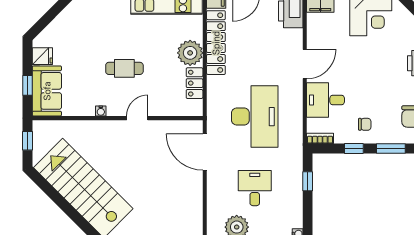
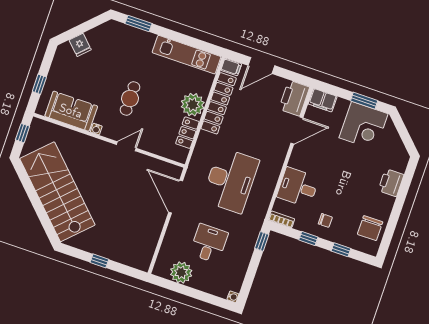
fridge: (42, 56) -> (80, 45), moved, turned 45
door: (305, 64) -> (297, 131), moved
cafe table: (124, 68) -> (130, 98), turned 90
sofa: (47, 91) -> (71, 111), moved, turned -90
window: (391, 149) -> (341, 250), width x0.67
window: (308, 181) -> (262, 241), moved

